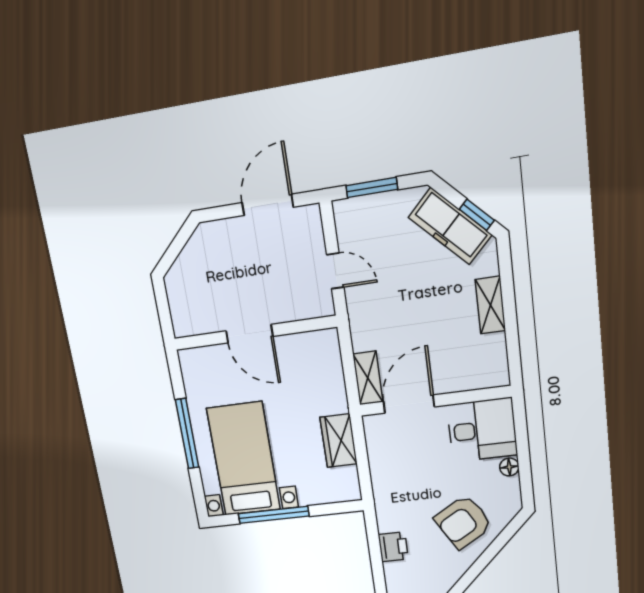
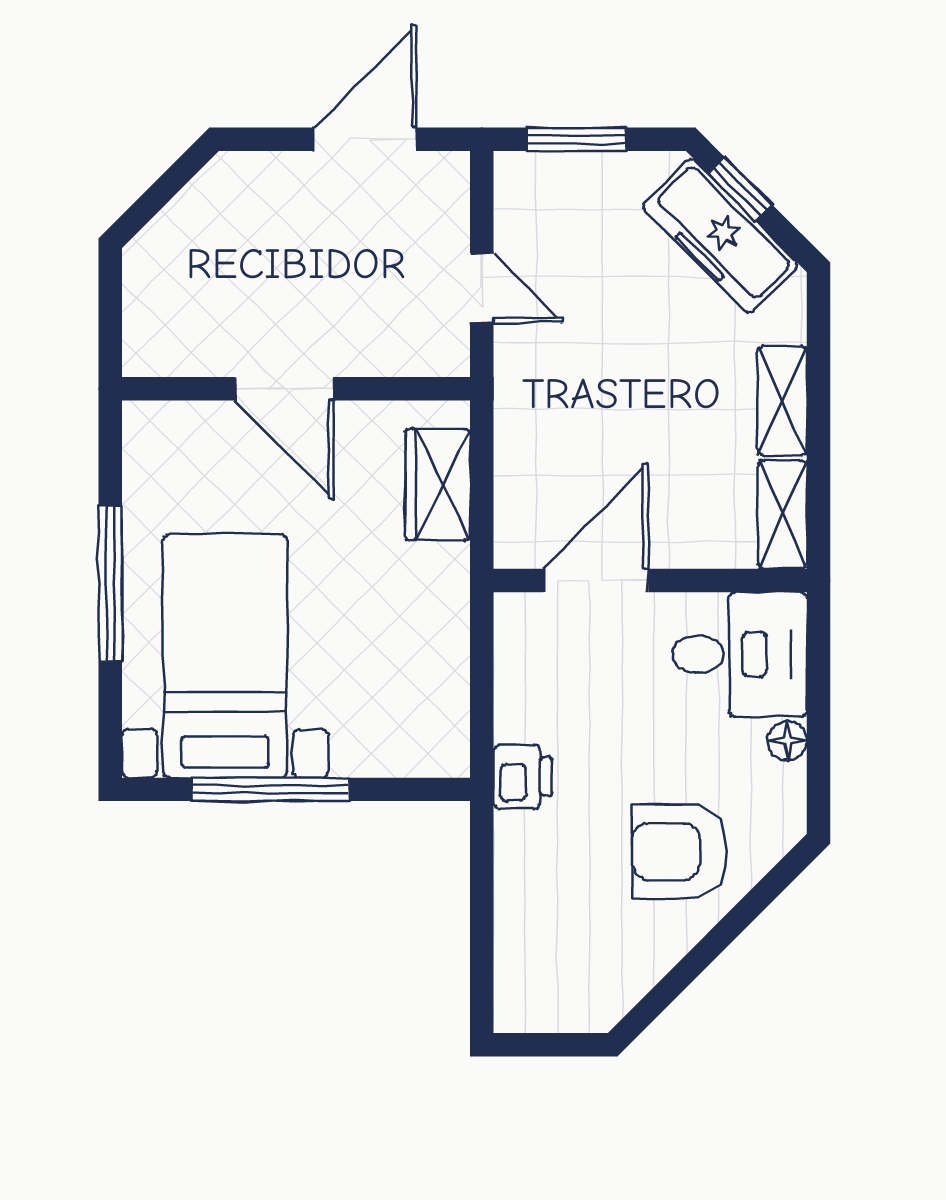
window: (477, 215) -> (740, 189), moved
shelving: (368, 378) -> (782, 514), moved
wardrobe: (339, 441) -> (438, 484), moved
armchair: (463, 522) -> (679, 851), turned 31
printer: (393, 547) -> (523, 777), moved

